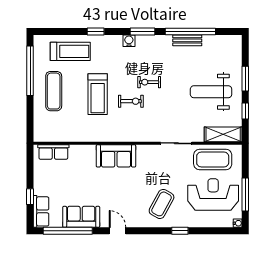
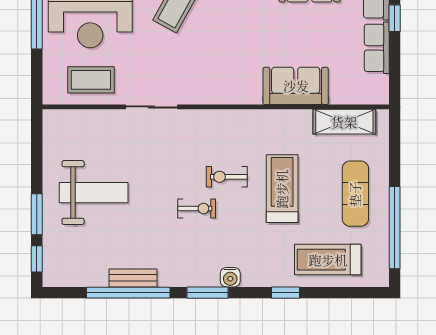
window: (245, 111) -> (37, 259), moved
shelving: (223, 134) -> (344, 122), moved
row of seats: (53, 152) -> (377, 48), moved, turned -90
sofa: (116, 156) -> (296, 86), moved
coffee table: (213, 159) -> (91, 80), width x0.73, depth x0.76

